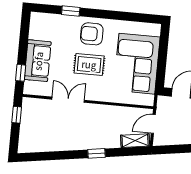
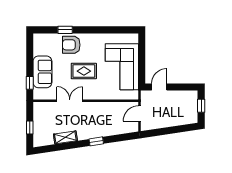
armchair: (92, 34) -> (71, 45), moved
window: (17, 115) -> (30, 128), moved
shelving: (135, 141) -> (65, 137), moved

